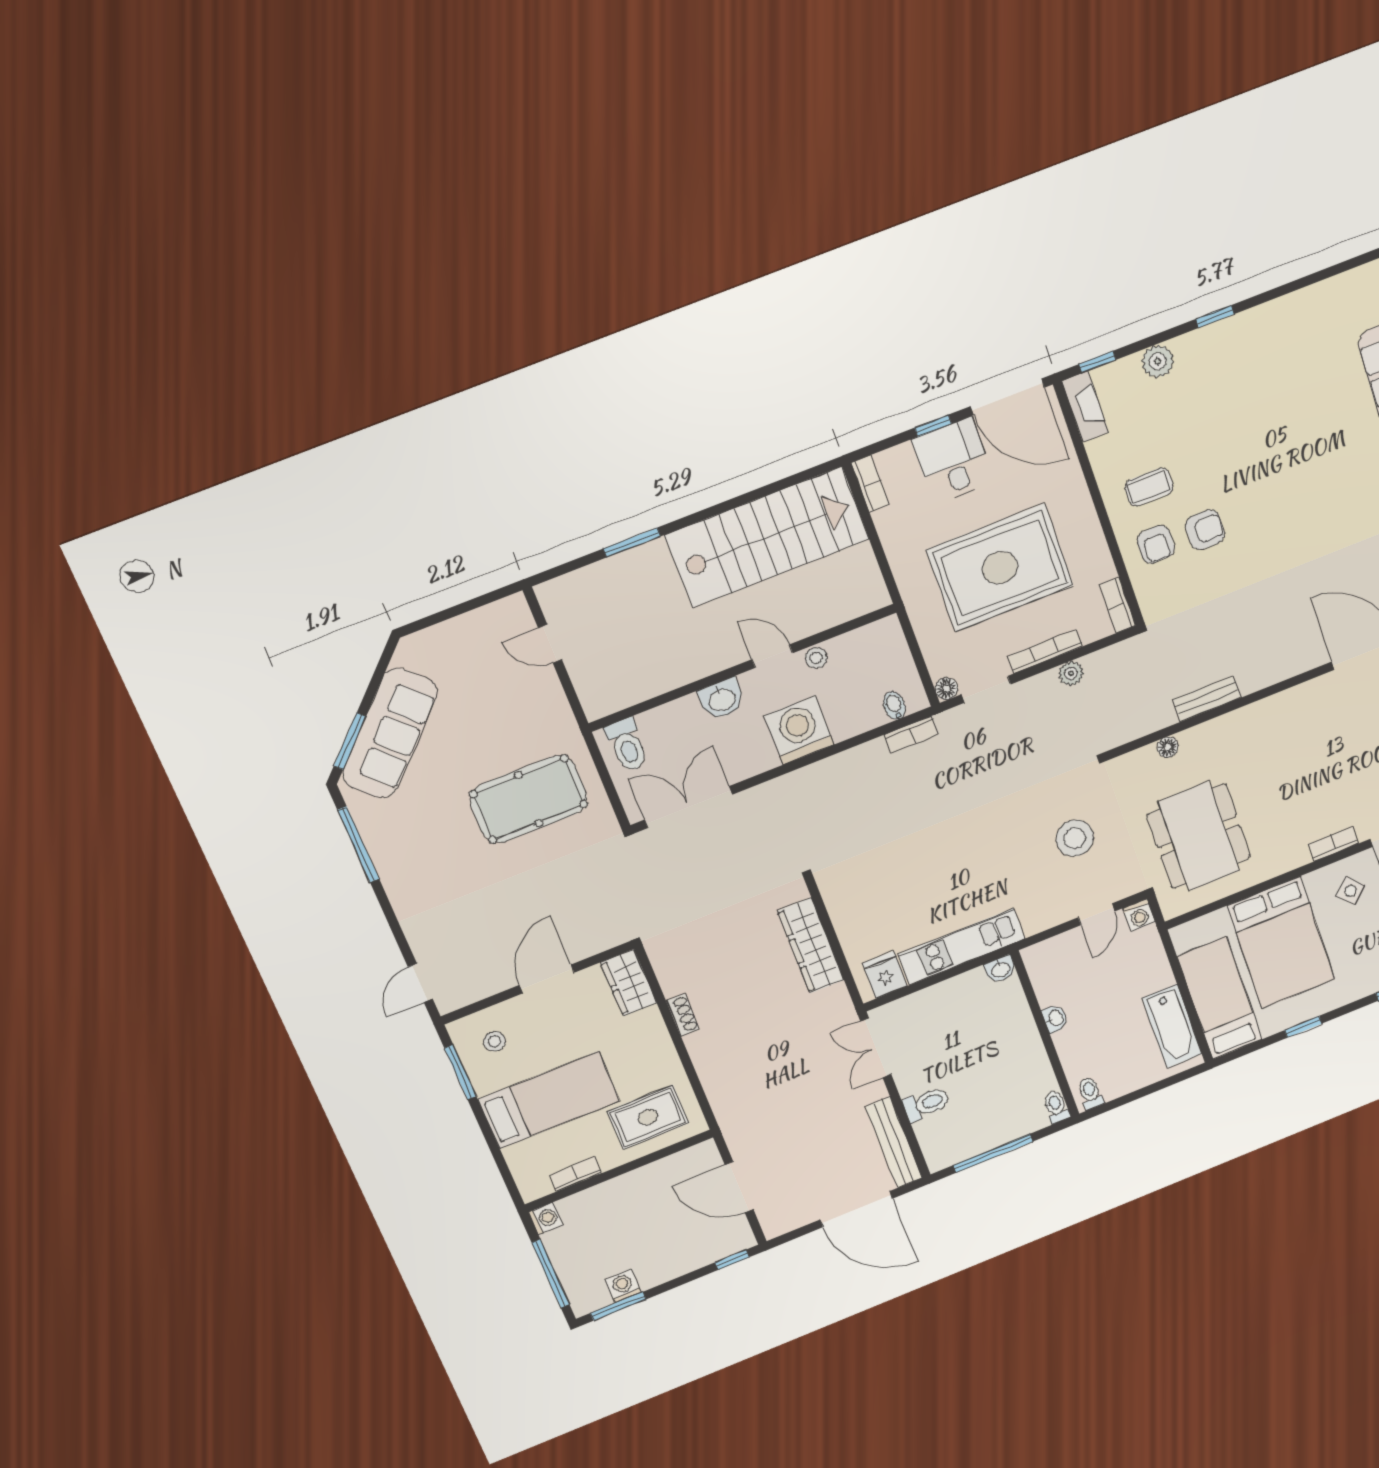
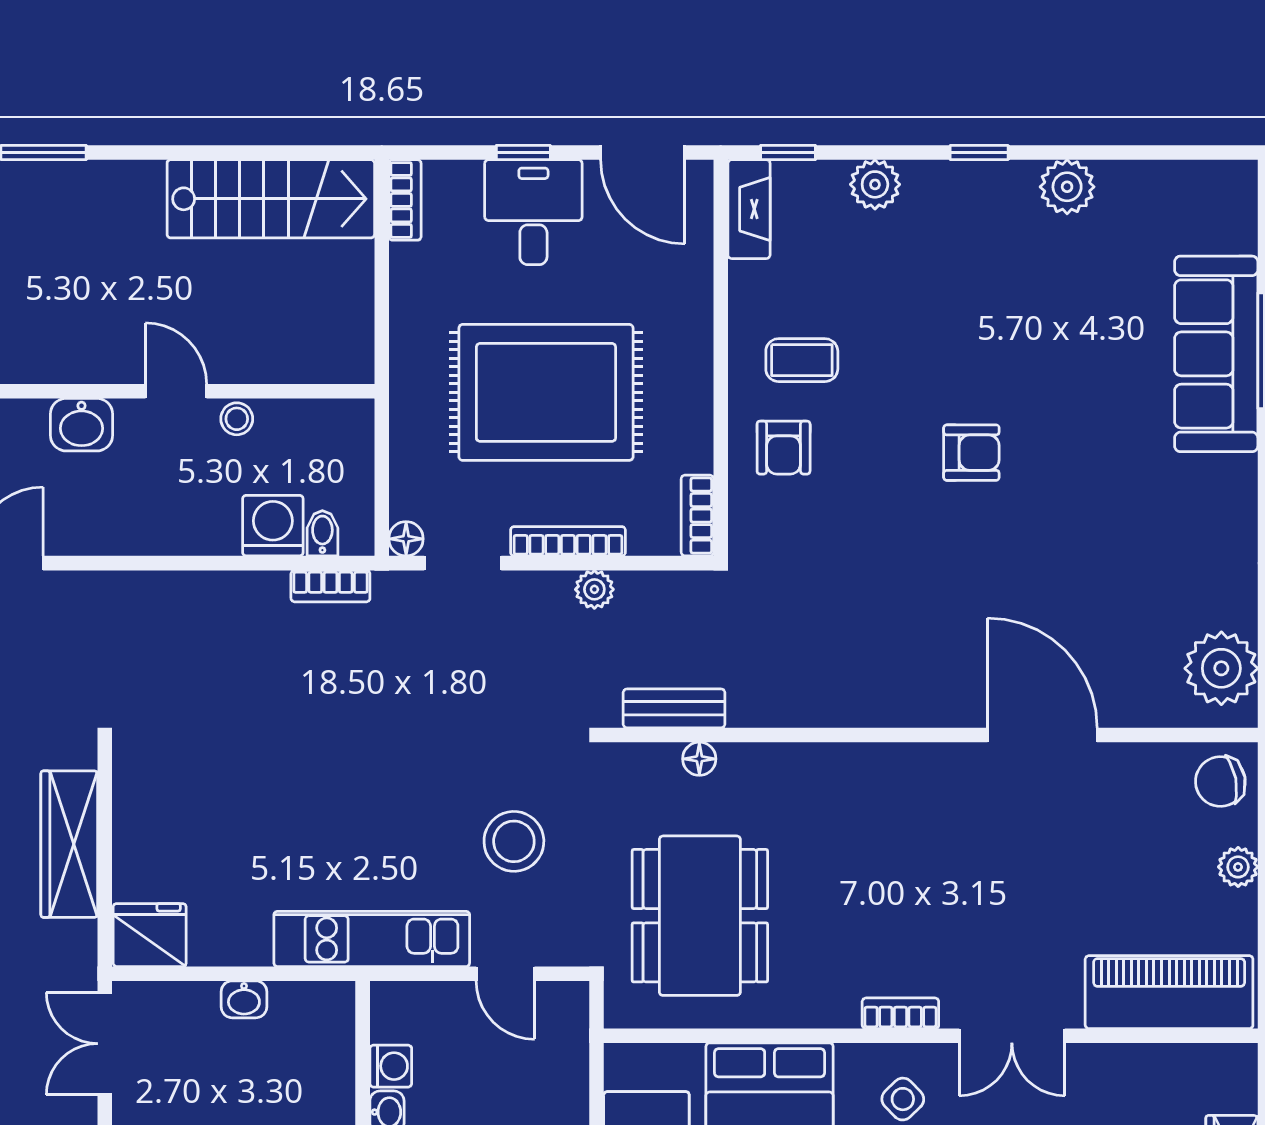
plant: (1276, 317) -> (1067, 187), added
door: (1007, 397) -> (643, 152), width x0.73
armchair: (1205, 530) -> (971, 453), moved
stairs: (767, 537) -> (271, 199), width x0.73, depth x0.66
bench: (1207, 699) -> (674, 708), moved
washing machine: (799, 730) -> (273, 526), moved, width x0.73, depth x0.73
door: (1096, 914) -> (505, 974), hinge flipped
washing machine: (1139, 915) -> (391, 1066), moved, turned -90
kitchen unit: (962, 946) -> (372, 939), moved
washbasin: (1000, 969) -> (244, 999), moved
fridge: (885, 975) -> (150, 935), width x1.38

